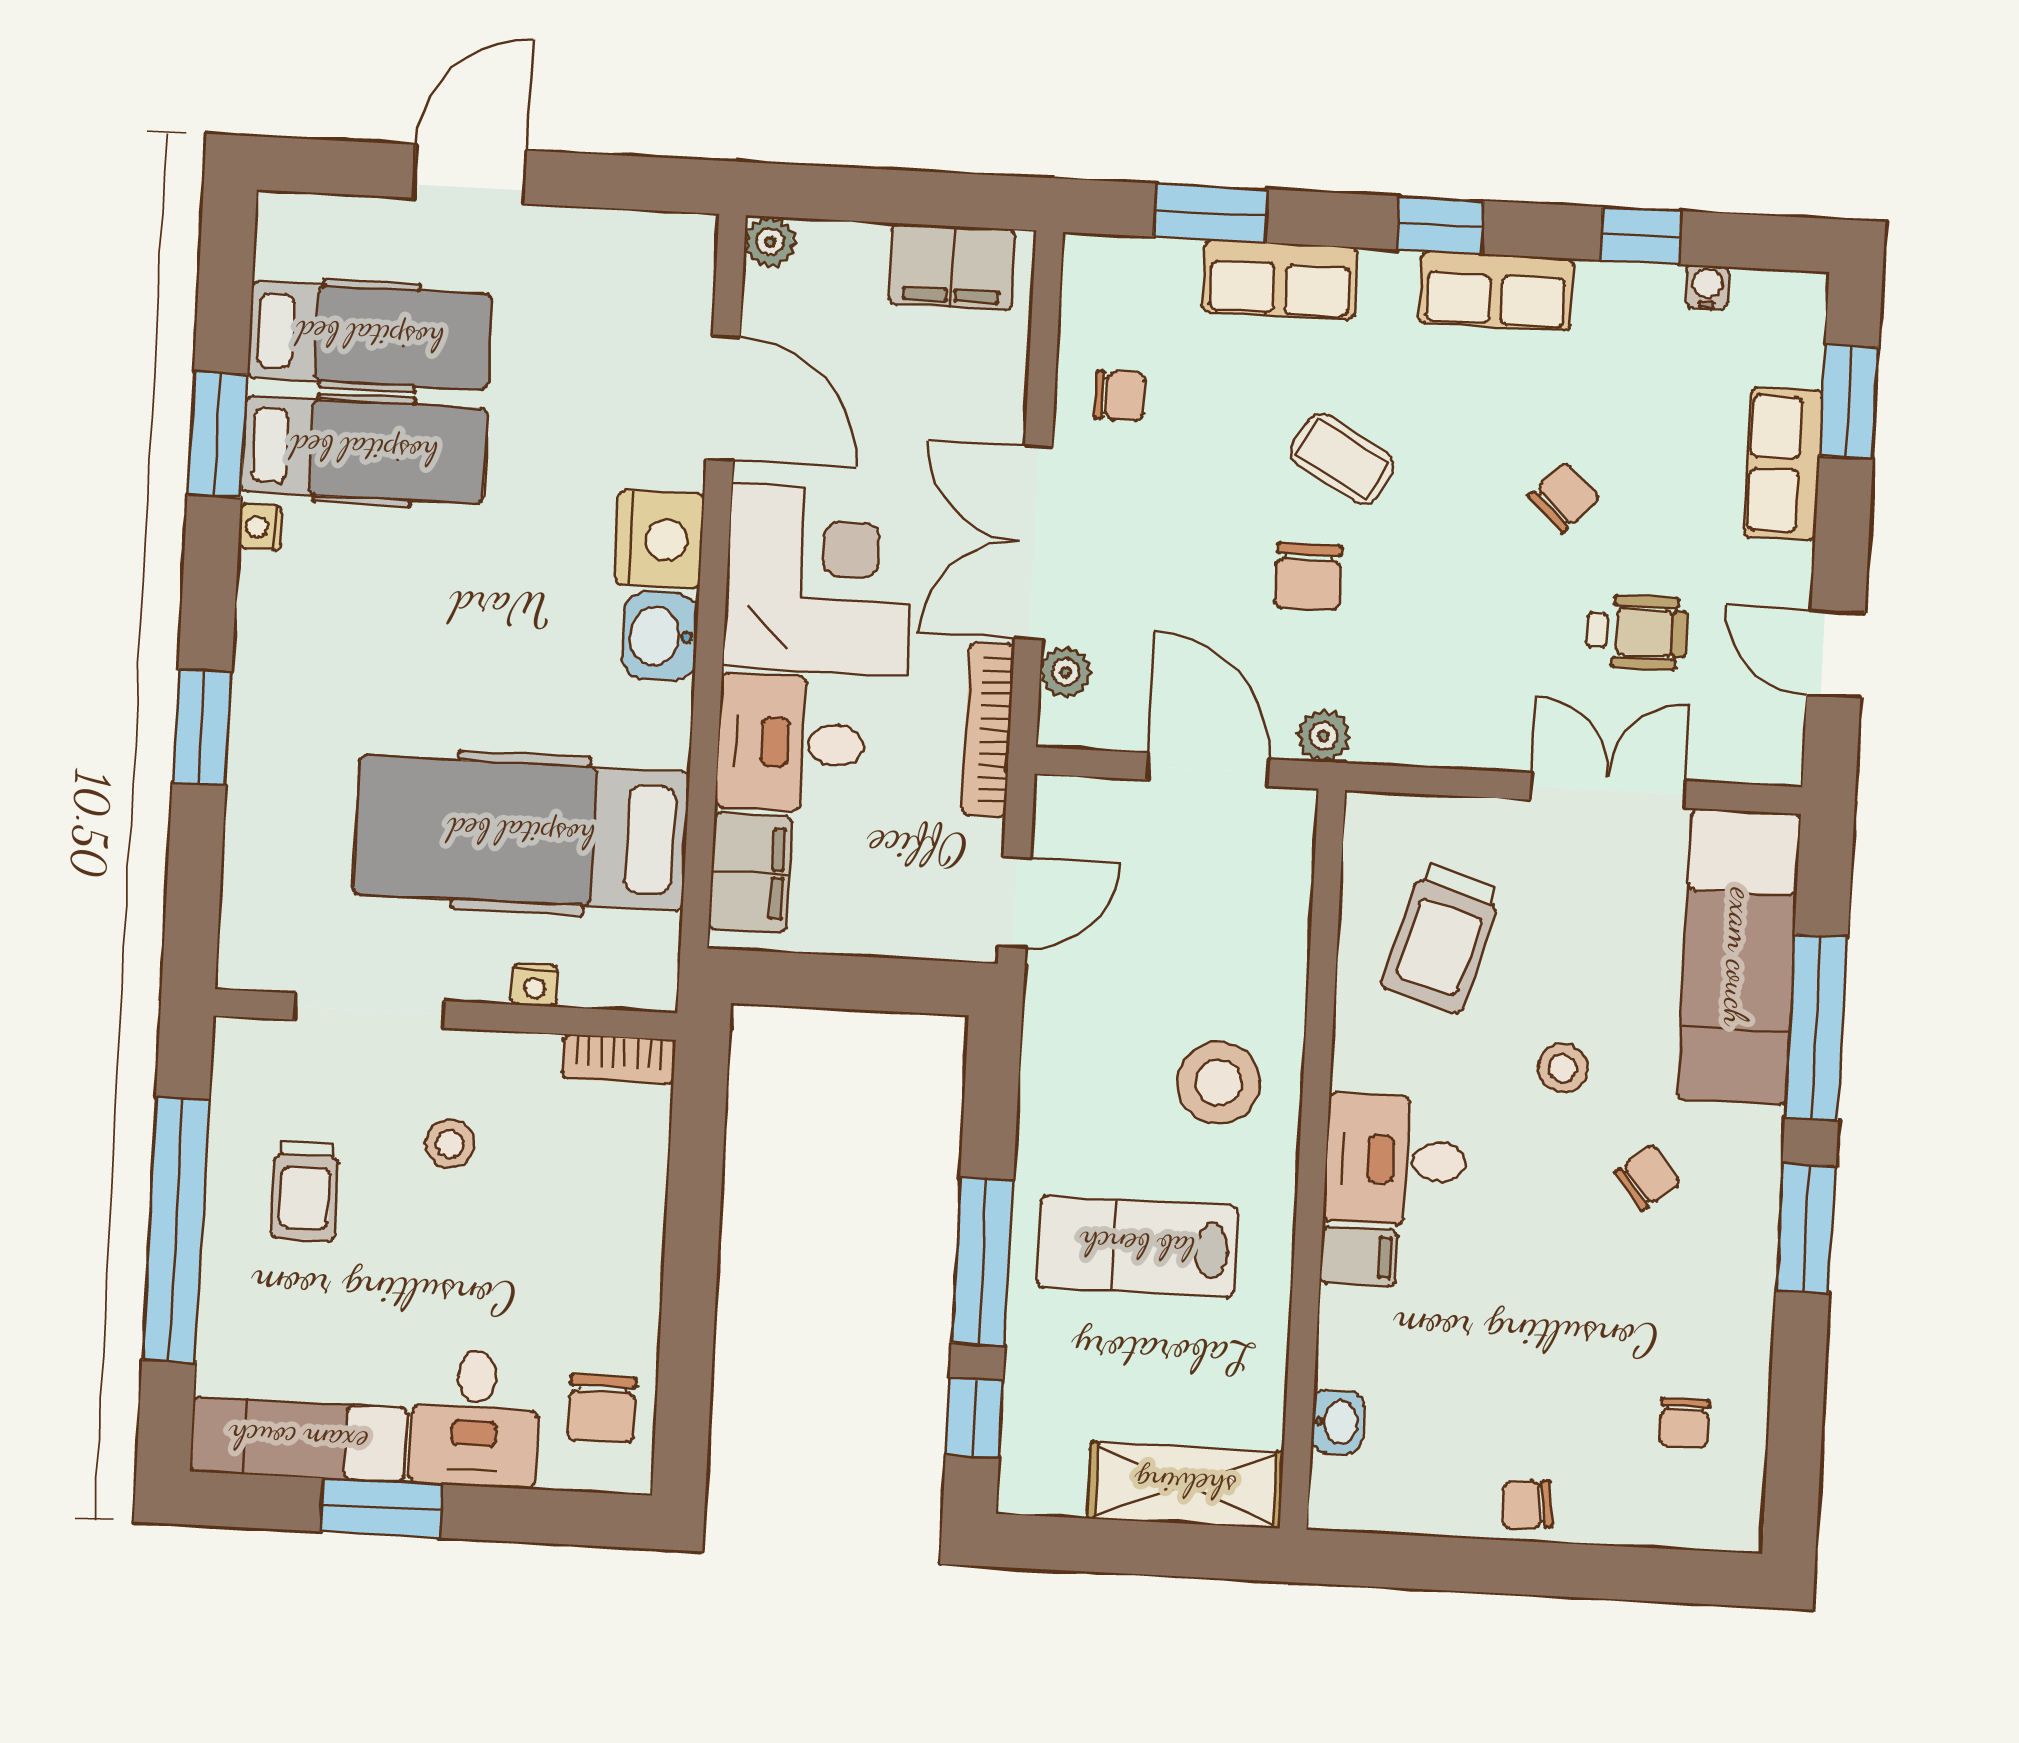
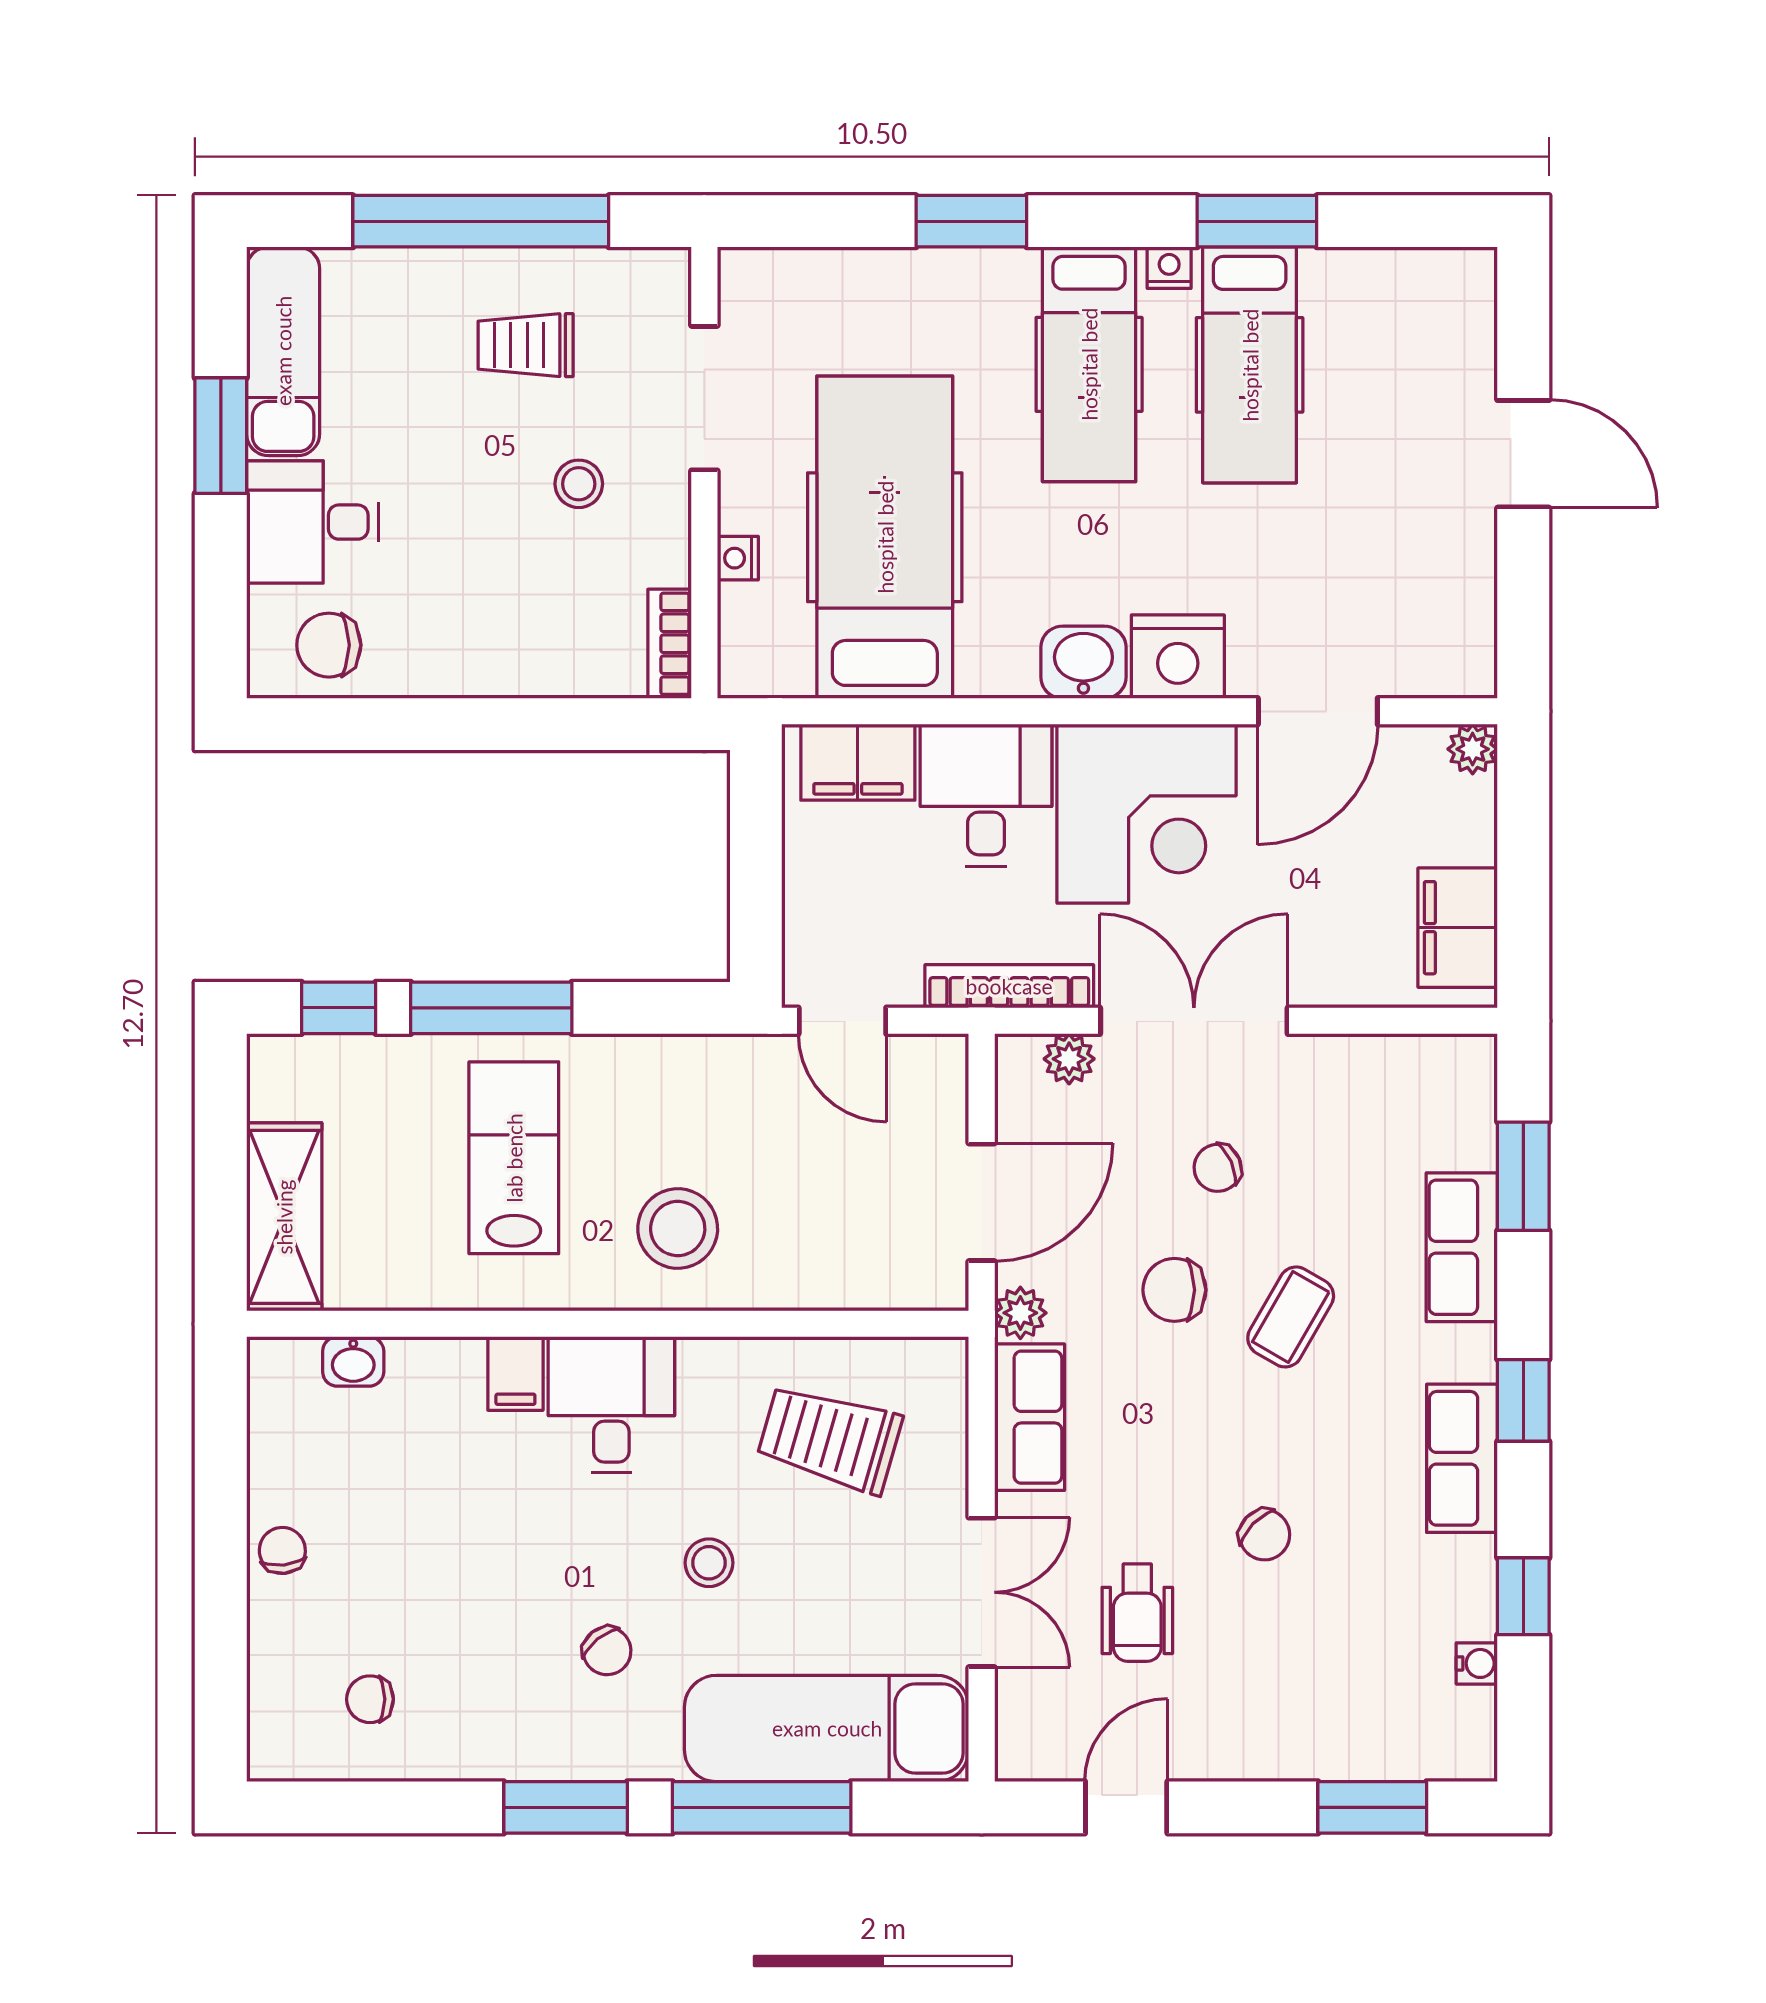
hospital bed: (370, 336) -> (1089, 364), moved
chair: (1120, 396) -> (1218, 1168), moved, turned 66
row of seats: (1783, 464) -> (1030, 1417), moved, turned 90

